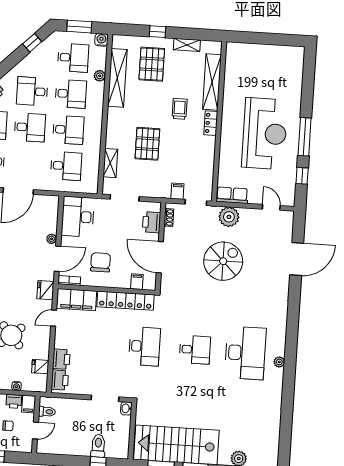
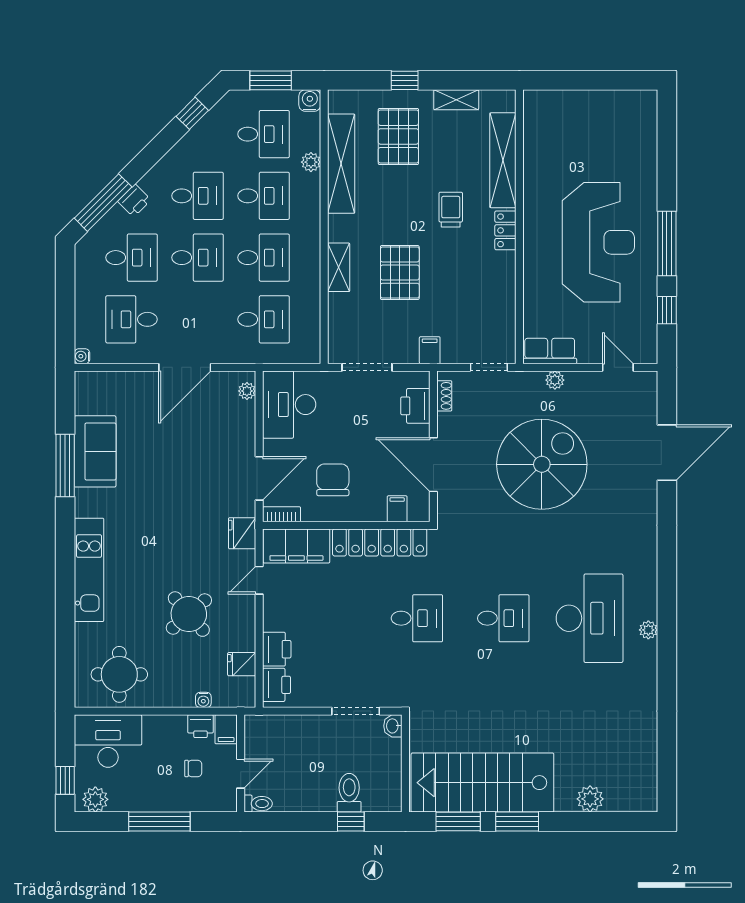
desk: (32, 91) -> (198, 196), turned 180
shelving: (110, 163) -> (339, 267), moved
filing cabinet: (177, 191) -> (430, 350), moved
plant: (229, 217) -> (555, 380), width x0.53, depth x0.53
plant: (52, 239) -> (247, 391), moved
spiral stairs: (223, 261) -> (542, 464), width x1.37, depth x1.37
desk: (144, 346) -> (417, 618), width x0.73
toilet: (47, 412) -> (258, 804), moved

